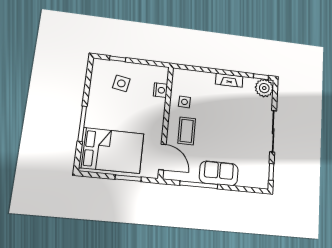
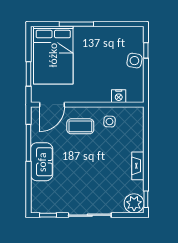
side table: (121, 83) -> (134, 61), moved

